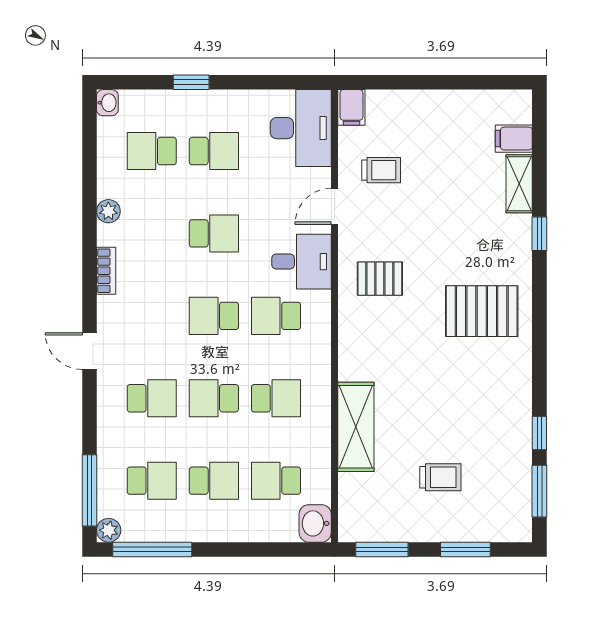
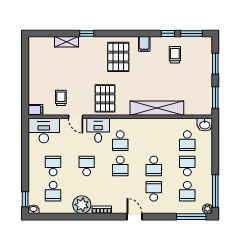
window: (191, 82) -> (25, 199), moved
filing cabinet: (514, 139) -> (144, 44), moved
plant: (108, 211) -> (82, 205), width x1.87, depth x1.87
pallet: (380, 279) -> (105, 98), width x1.50, depth x1.42
door: (89, 351) -> (135, 217), swing flipped
school desk: (276, 398) -> (154, 141), removed
shelving: (356, 427) -> (157, 108), width x1.47
trolley: (440, 477) -> (175, 55), moved
school desk: (152, 481) -> (187, 191), turned 180

